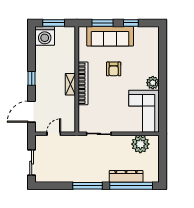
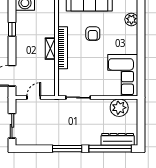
window: (32, 78) -> (12, 29), moved
plant: (153, 83) -> (131, 19), moved
dresser: (126, 176) -> (118, 139), moved

